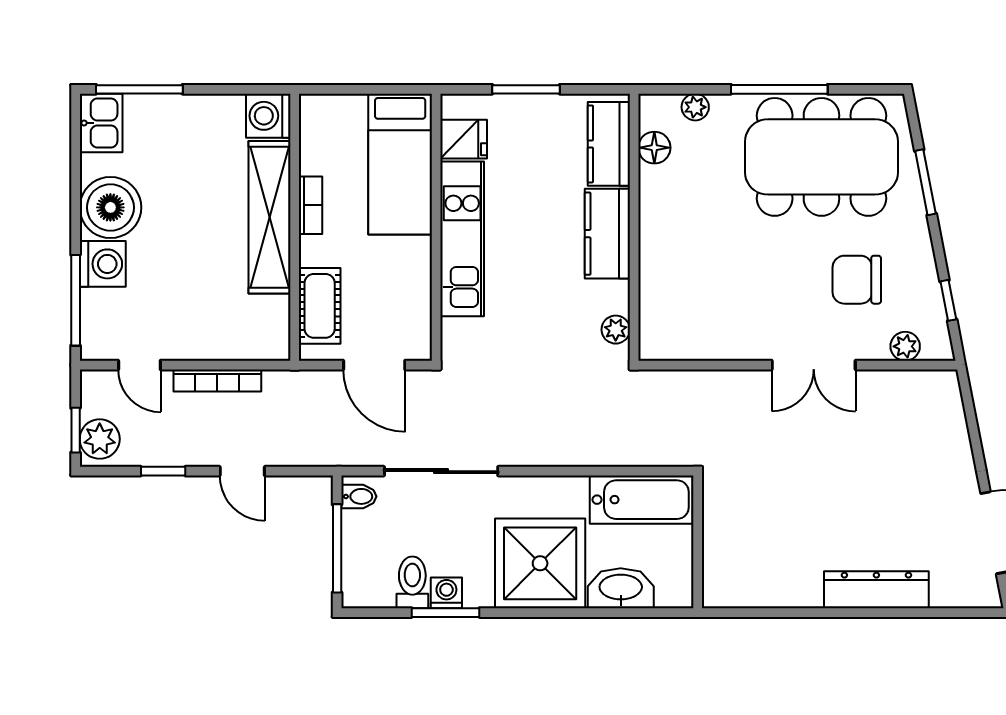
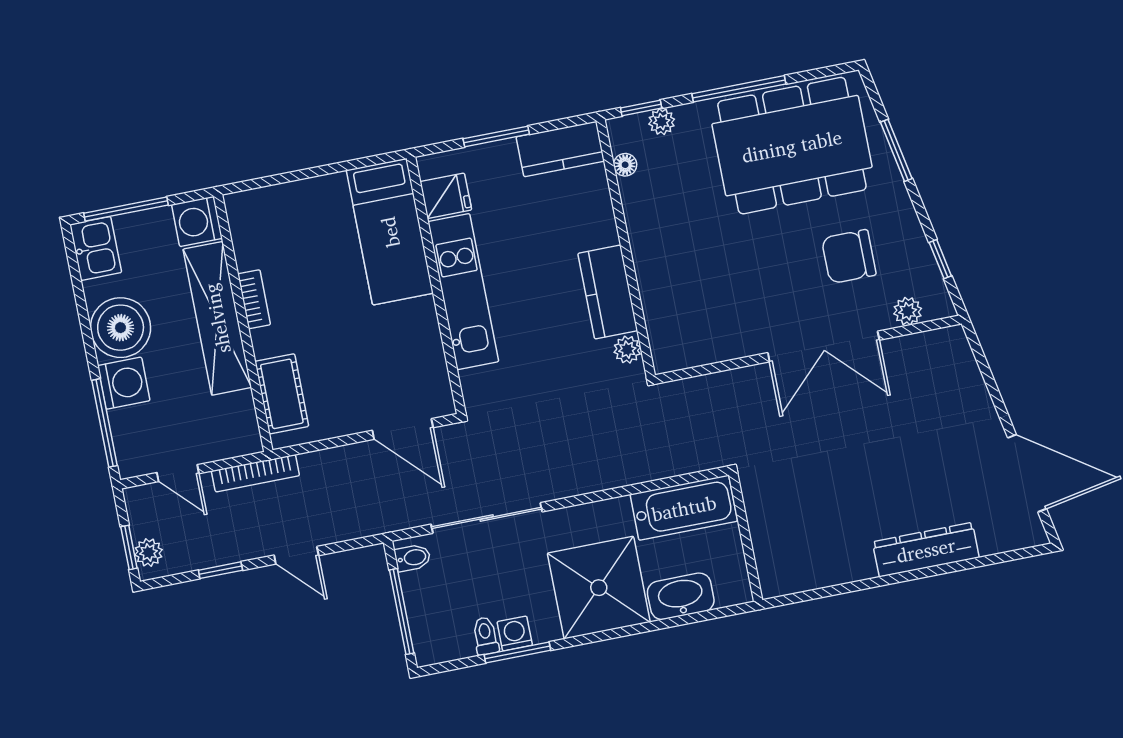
window: (677, 89) -> (641, 108), added
washing machine: (268, 116) -> (197, 221), moved
kitchen counter: (609, 144) -> (560, 149), moved, turned -90
floor lamp: (654, 148) -> (625, 165), width x0.73, depth x0.73
bookcase: (310, 205) -> (254, 299), moved
shelving: (270, 217) -> (217, 318), moved
wall: (295, 227) -> (243, 323), moved
kitchen counter: (607, 234) -> (608, 292), moved
cot: (320, 306) -> (282, 394), moved
double door: (814, 365) -> (824, 346), width x1.37
plant: (100, 439) -> (149, 552), width x0.73, depth x0.73
toilet: (412, 582) -> (485, 636), width x0.73, depth x0.72

